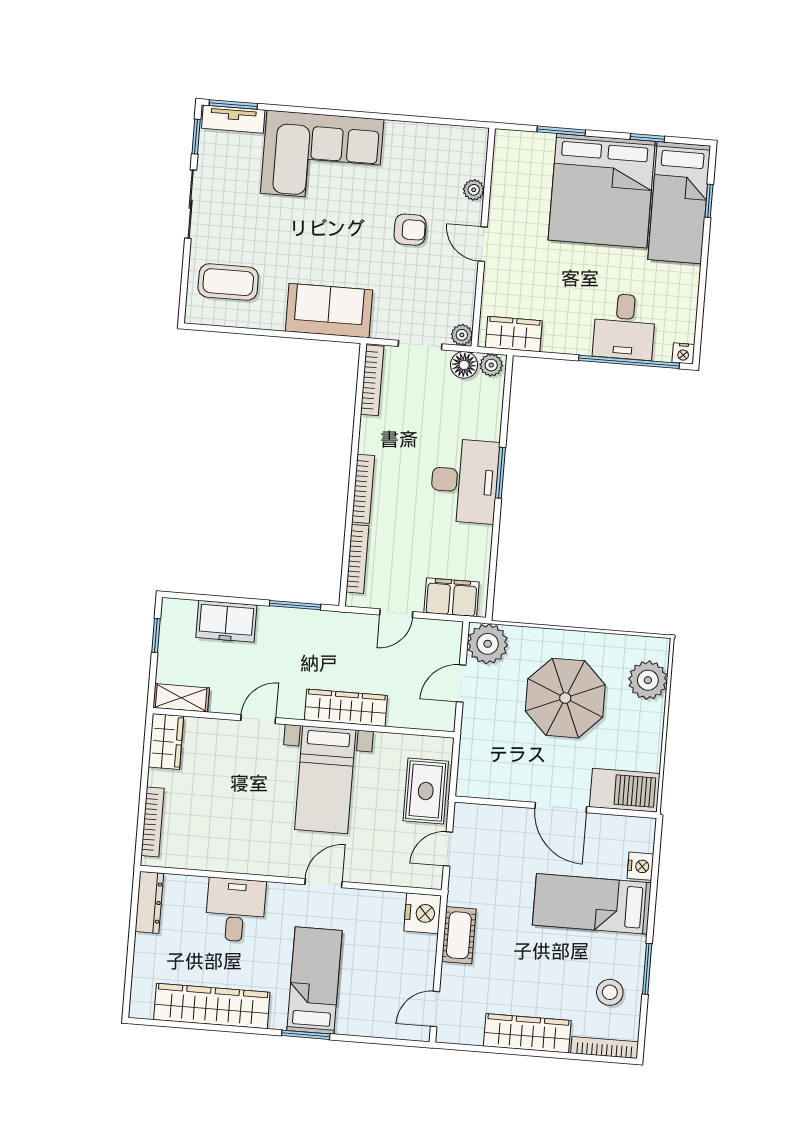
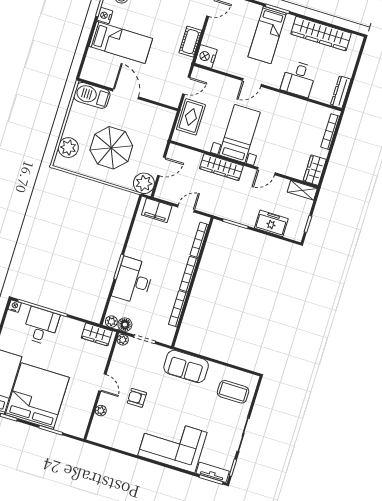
bookcase: (372, 380) -> (178, 309), moved
desk: (465, 481) -> (133, 281), moved
nightstand: (640, 866) -> (105, 16), moved

